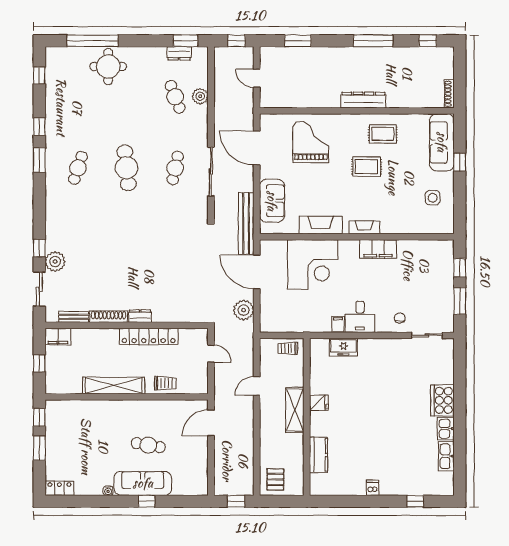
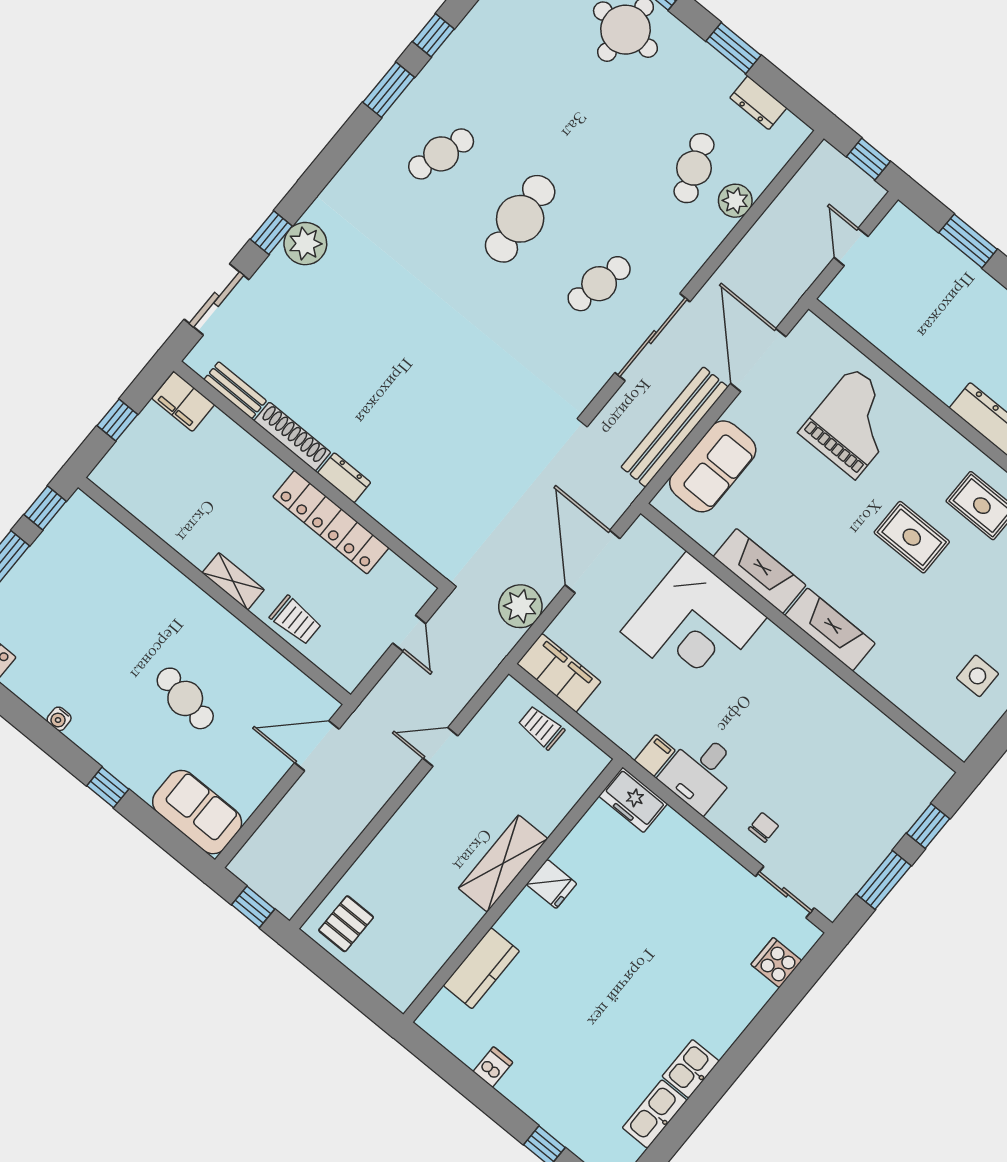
window: (185, 41) -> (733, 48), moved
bench: (246, 223) -> (675, 427), moved
fireplace: (364, 227) -> (830, 629), width x1.37, depth x1.32
filing cabinet: (378, 249) -> (559, 673), moved, turned 180
plant: (55, 261) -> (305, 244), moved
shelving: (114, 386) -> (233, 581), width x0.45, depth x0.75
cooker: (442, 400) -> (776, 963), moved, width x0.53, depth x0.76
fridge: (319, 403) -> (552, 884), moved
shelving: (295, 410) -> (503, 863), moved
wall: (307, 417) -> (513, 891), moved
kitchen counter: (319, 455) -> (481, 968), moved
sofa: (143, 483) -> (197, 812), moved, width x0.73

